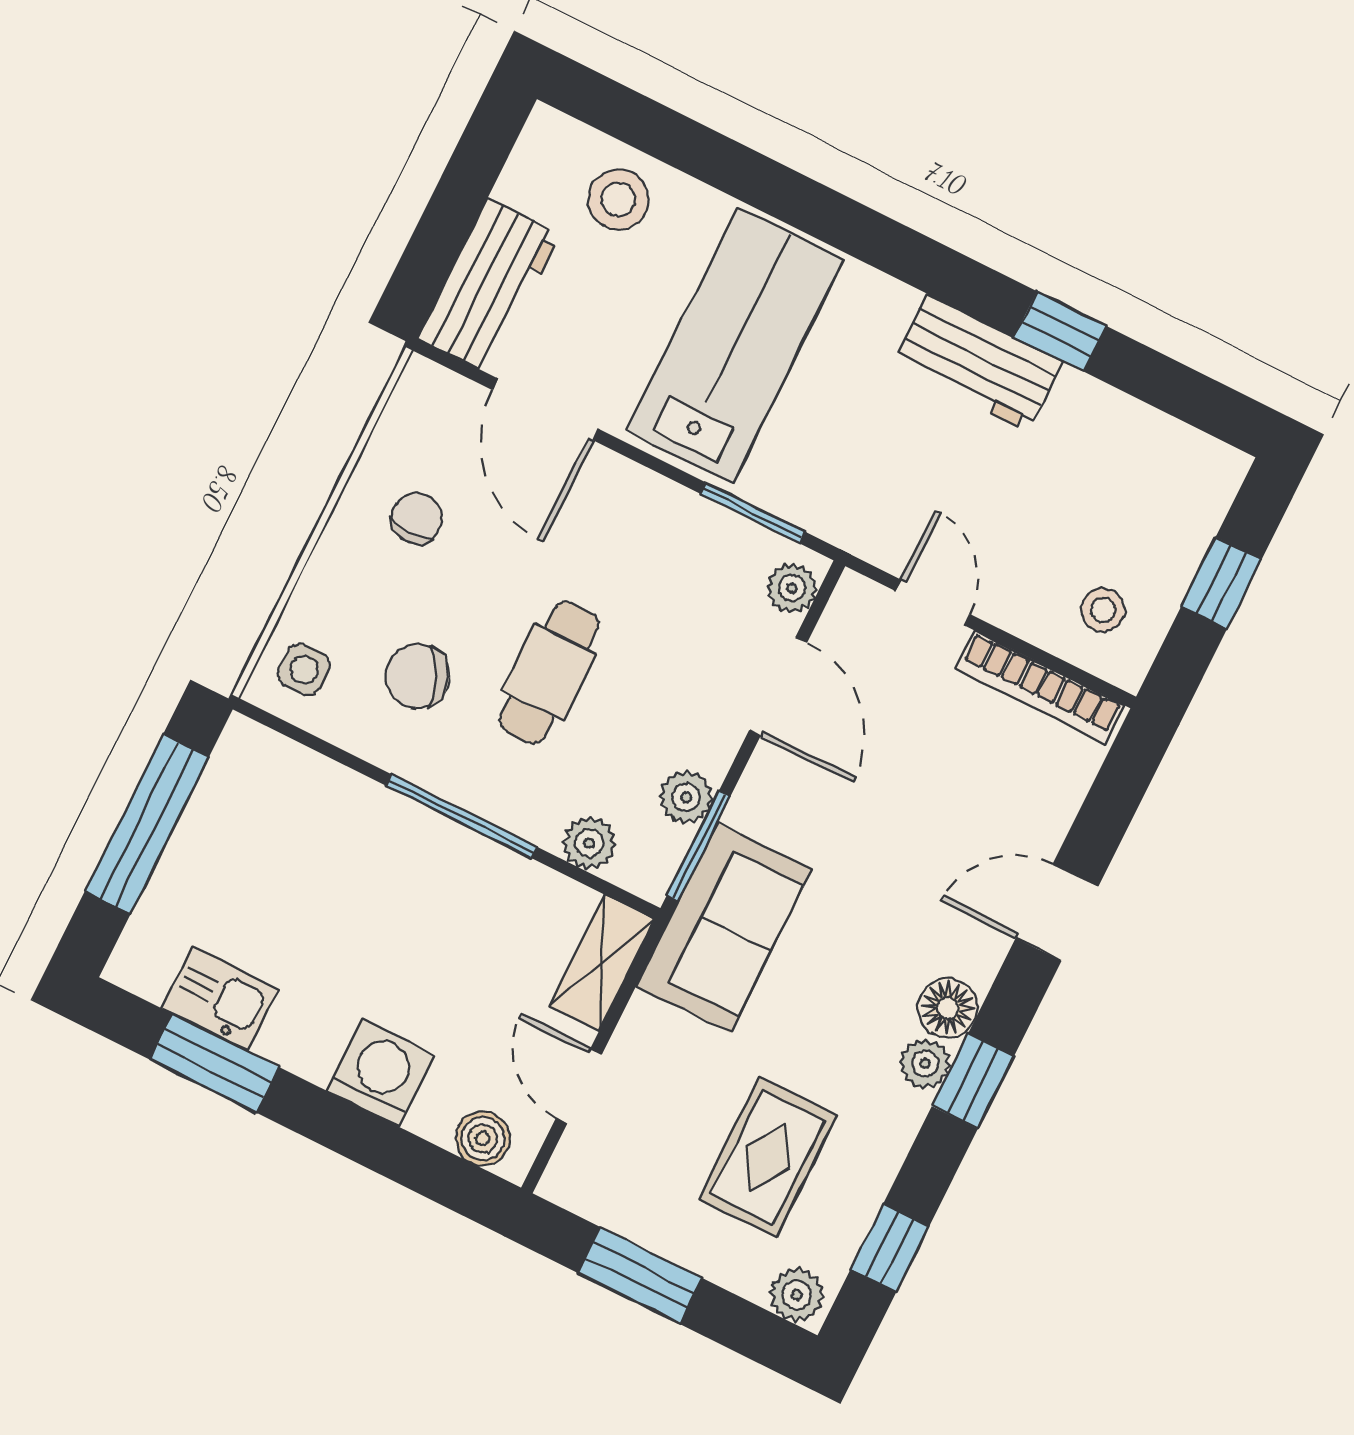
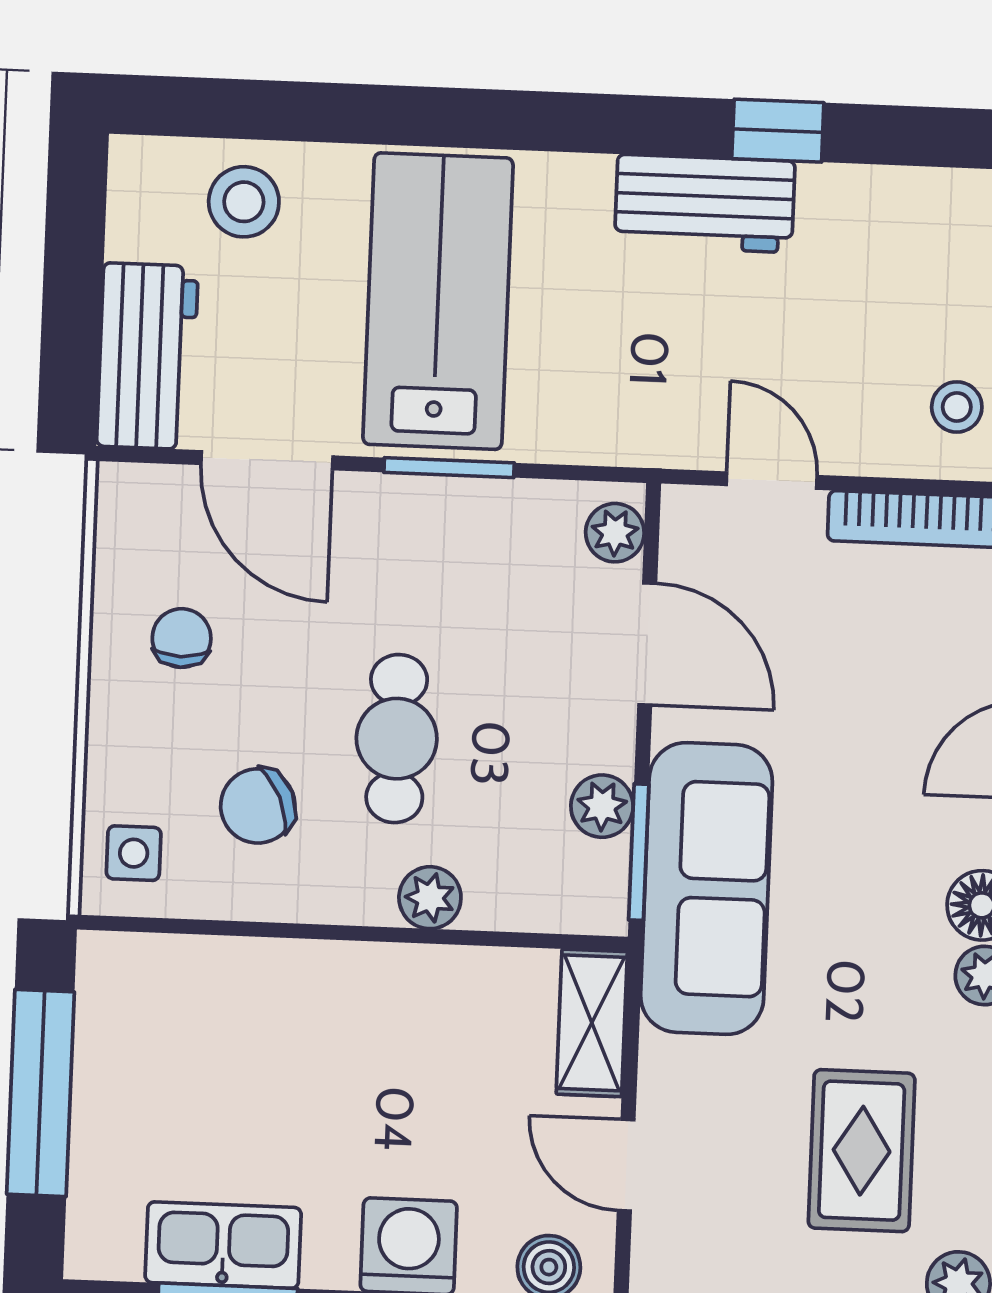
window: (753, 513) -> (449, 468), moved
window: (461, 816) -> (372, 934), removed
plant: (589, 843) -> (430, 898), moved
sofa: (724, 928) -> (706, 889), width x1.36
kitchen sink: (220, 999) -> (223, 1245), width x1.38

